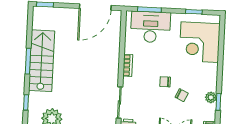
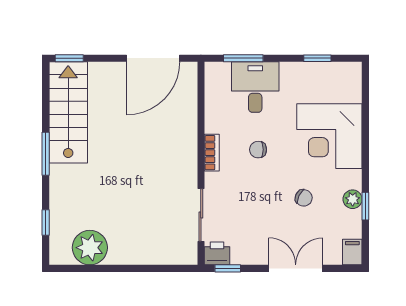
desk: (150, 27) -> (255, 87), width x0.73
corner desk: (200, 42) -> (329, 136), moved
stairs: (42, 61) -> (68, 112), moved
chair: (165, 82) -> (258, 150), moved

